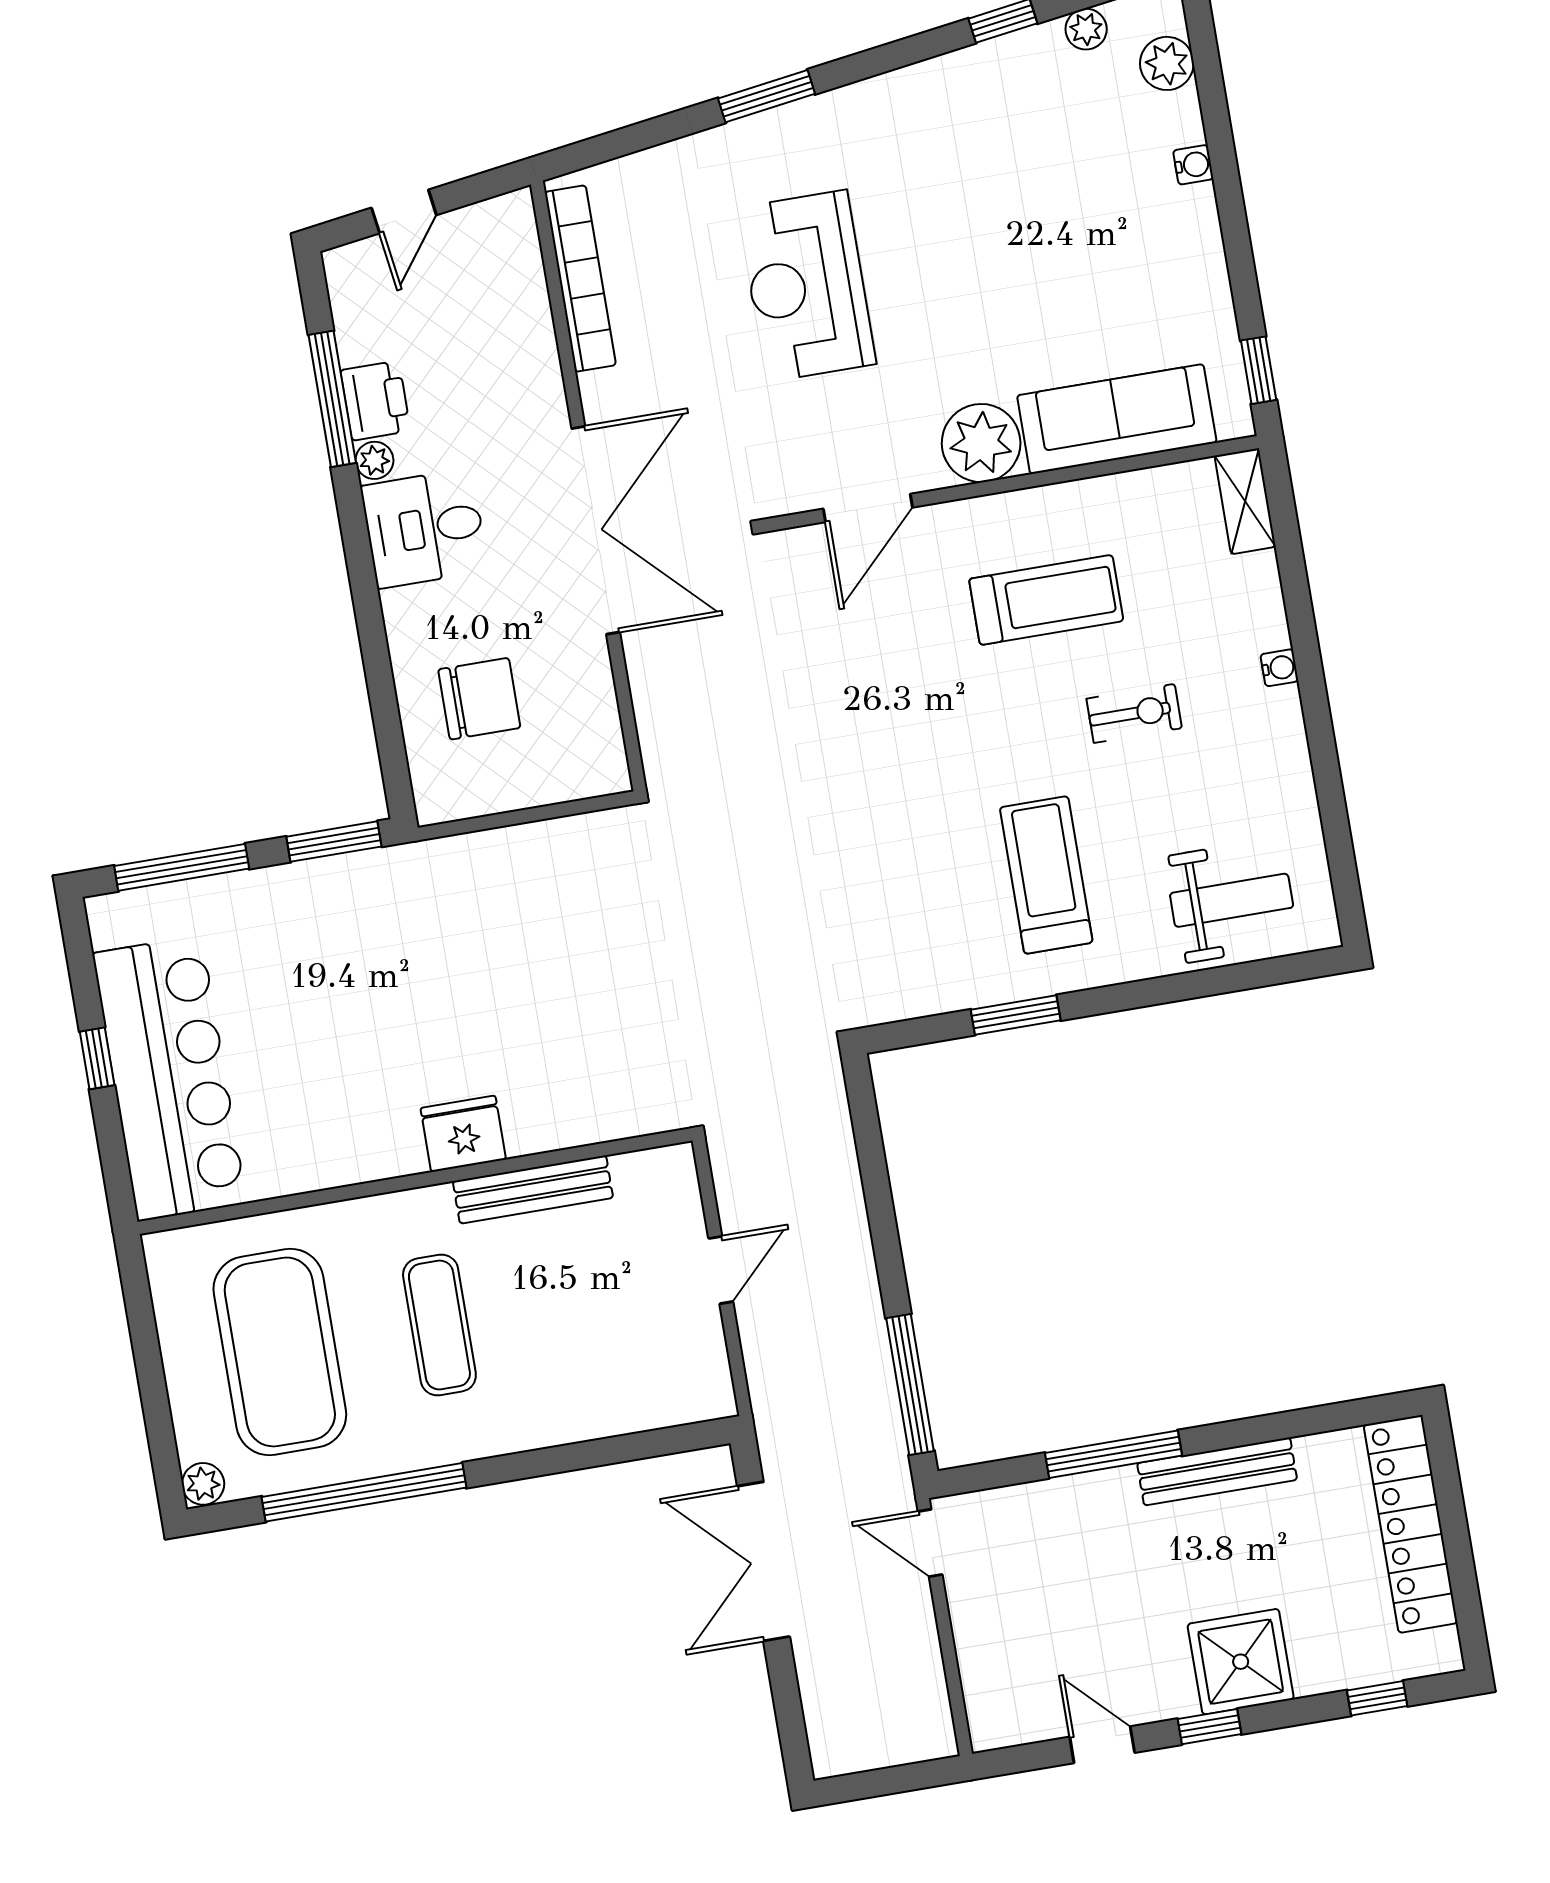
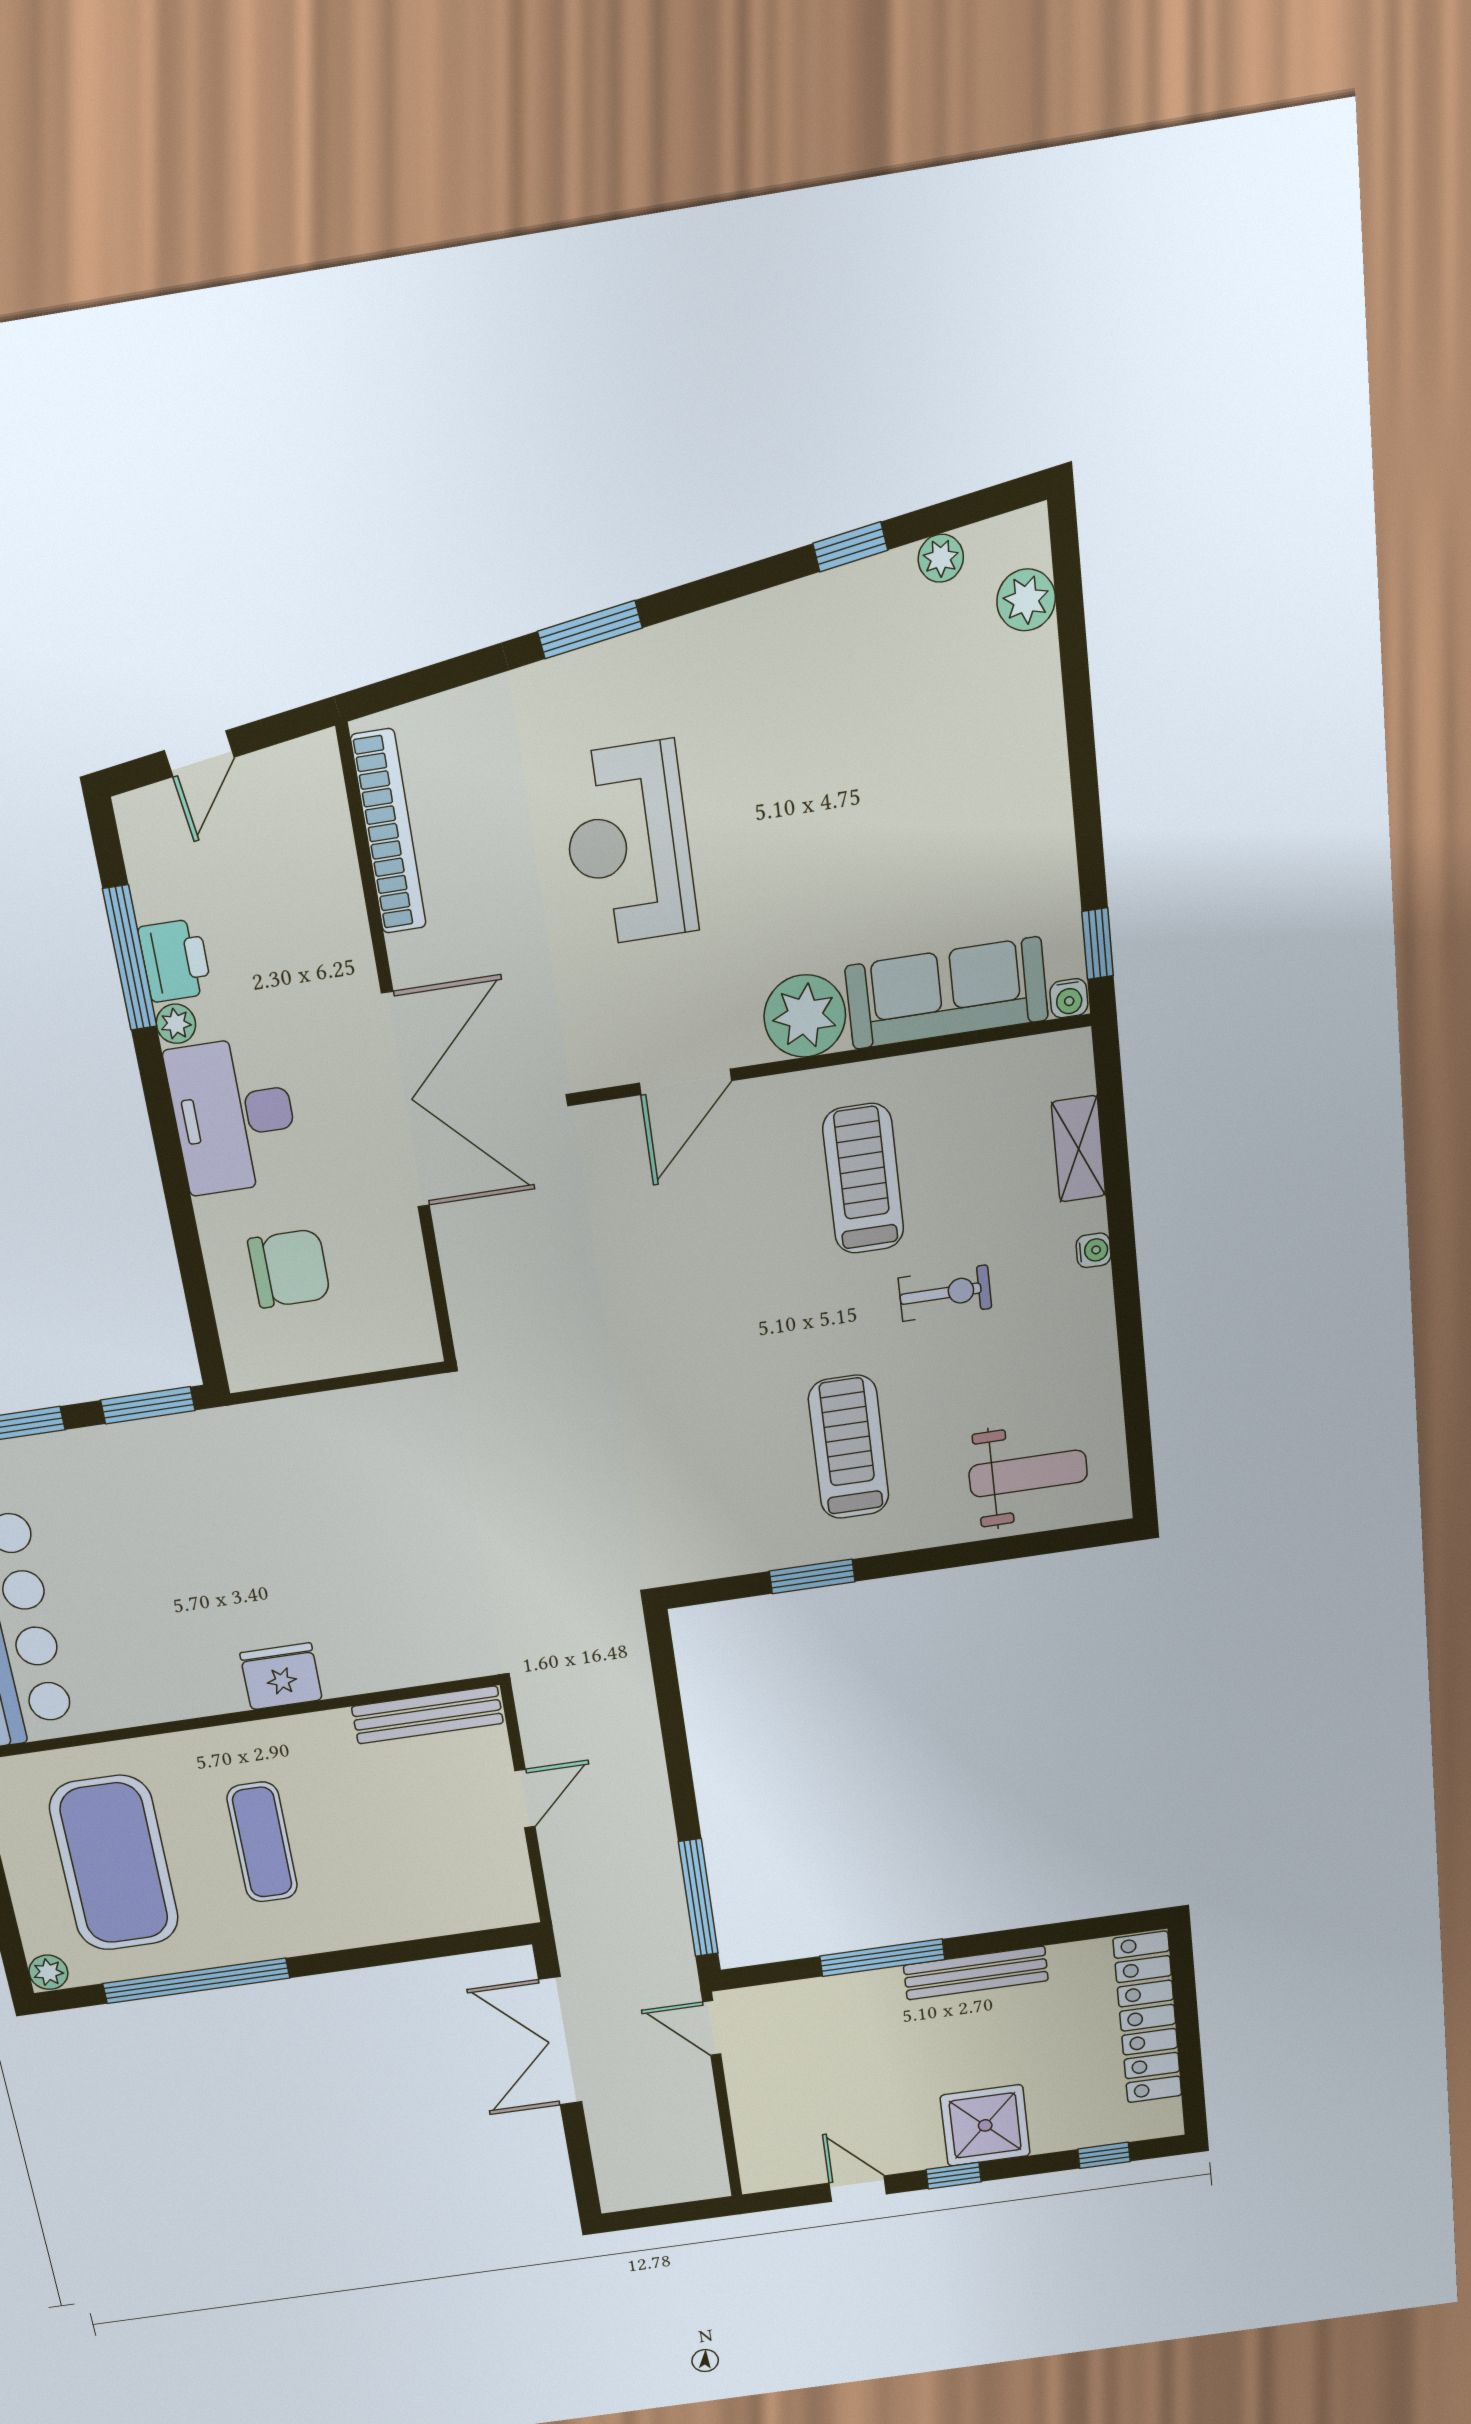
water cooler: (1193, 165) -> (1069, 998), moved, turned 90
shelving: (1245, 501) -> (1079, 1149), moved
desk: (424, 528) -> (233, 1115), width x1.37
treadmill: (1046, 600) -> (863, 1179), turned -90
bench: (533, 1189) -> (427, 1715), moved

